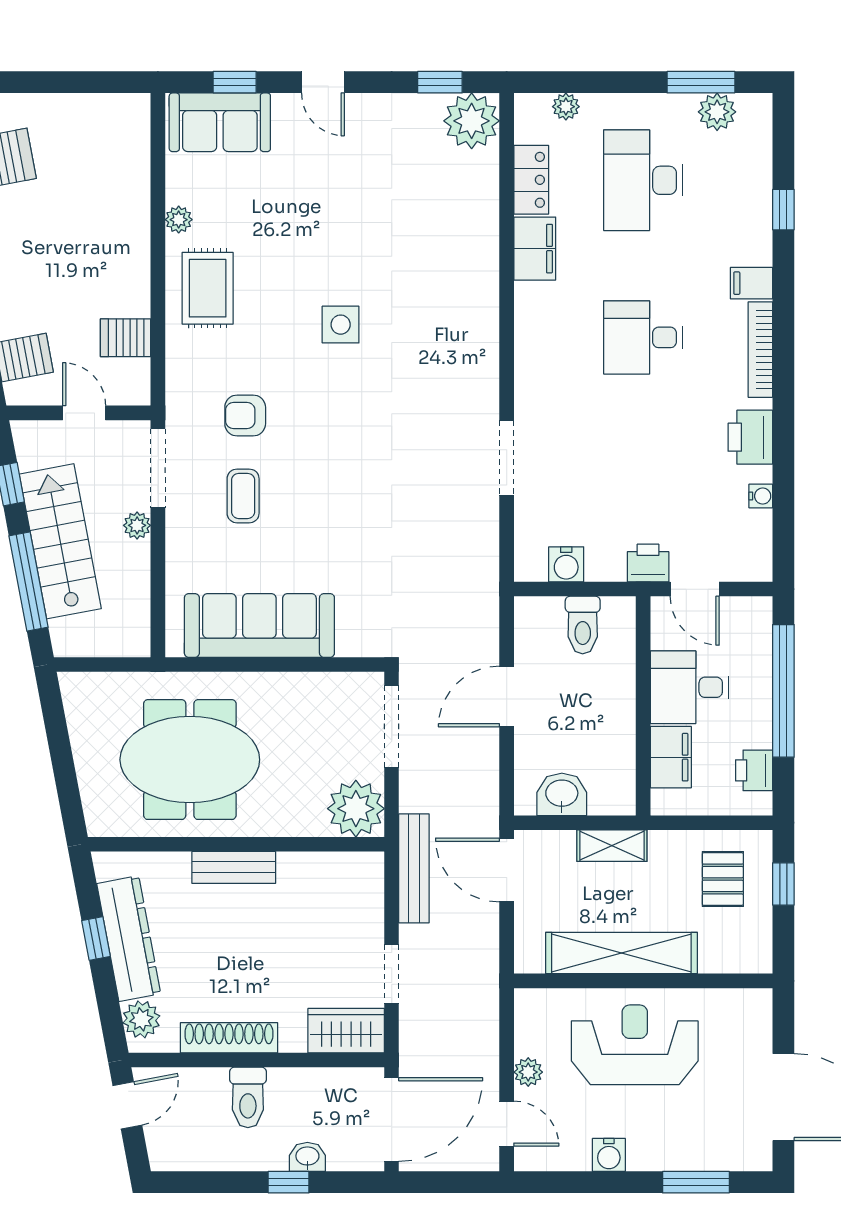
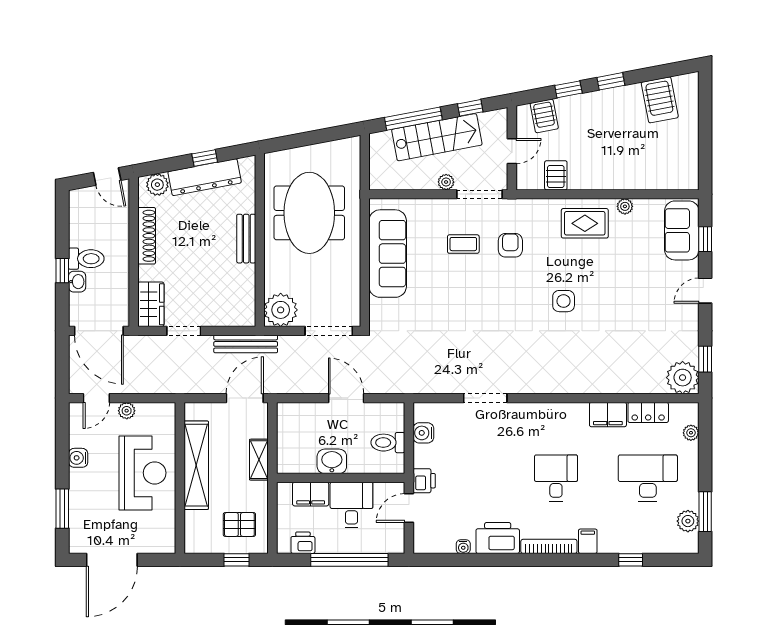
printer: (750, 437) -> (498, 538), width x1.37, depth x1.19
washbasin: (562, 794) -> (332, 461), moved, turned -90
toilet: (248, 1097) -> (86, 259), moved, turned 180

